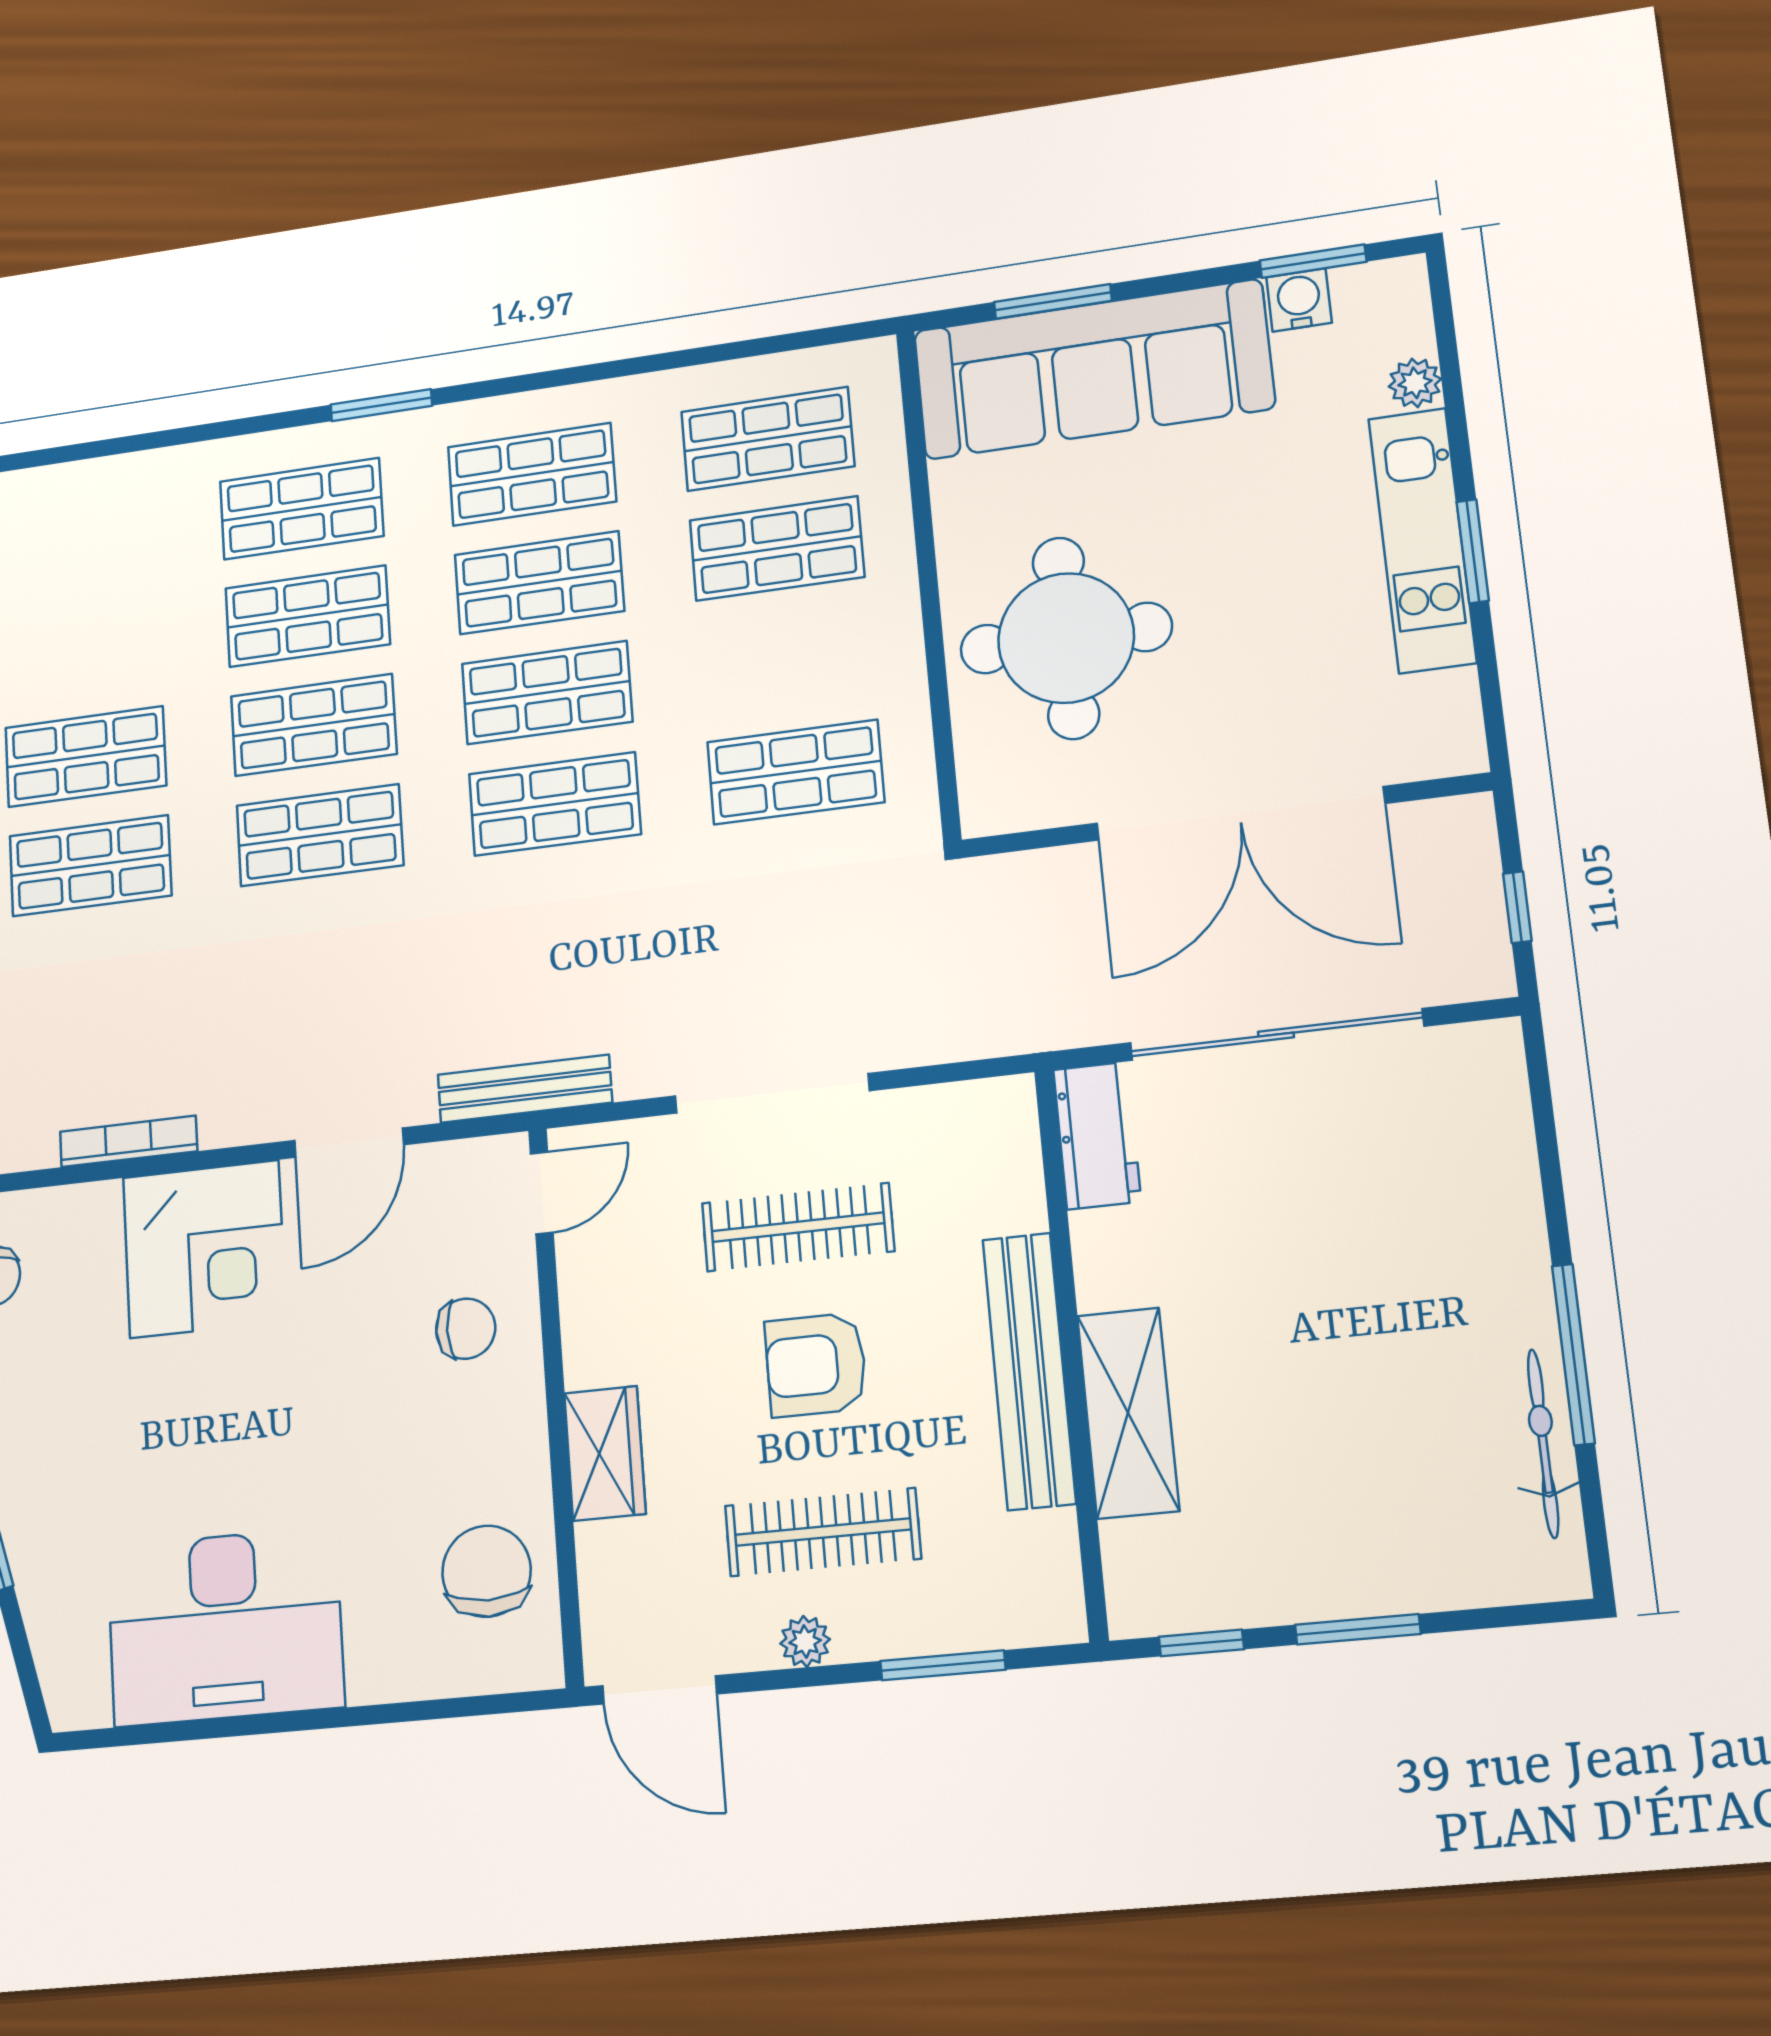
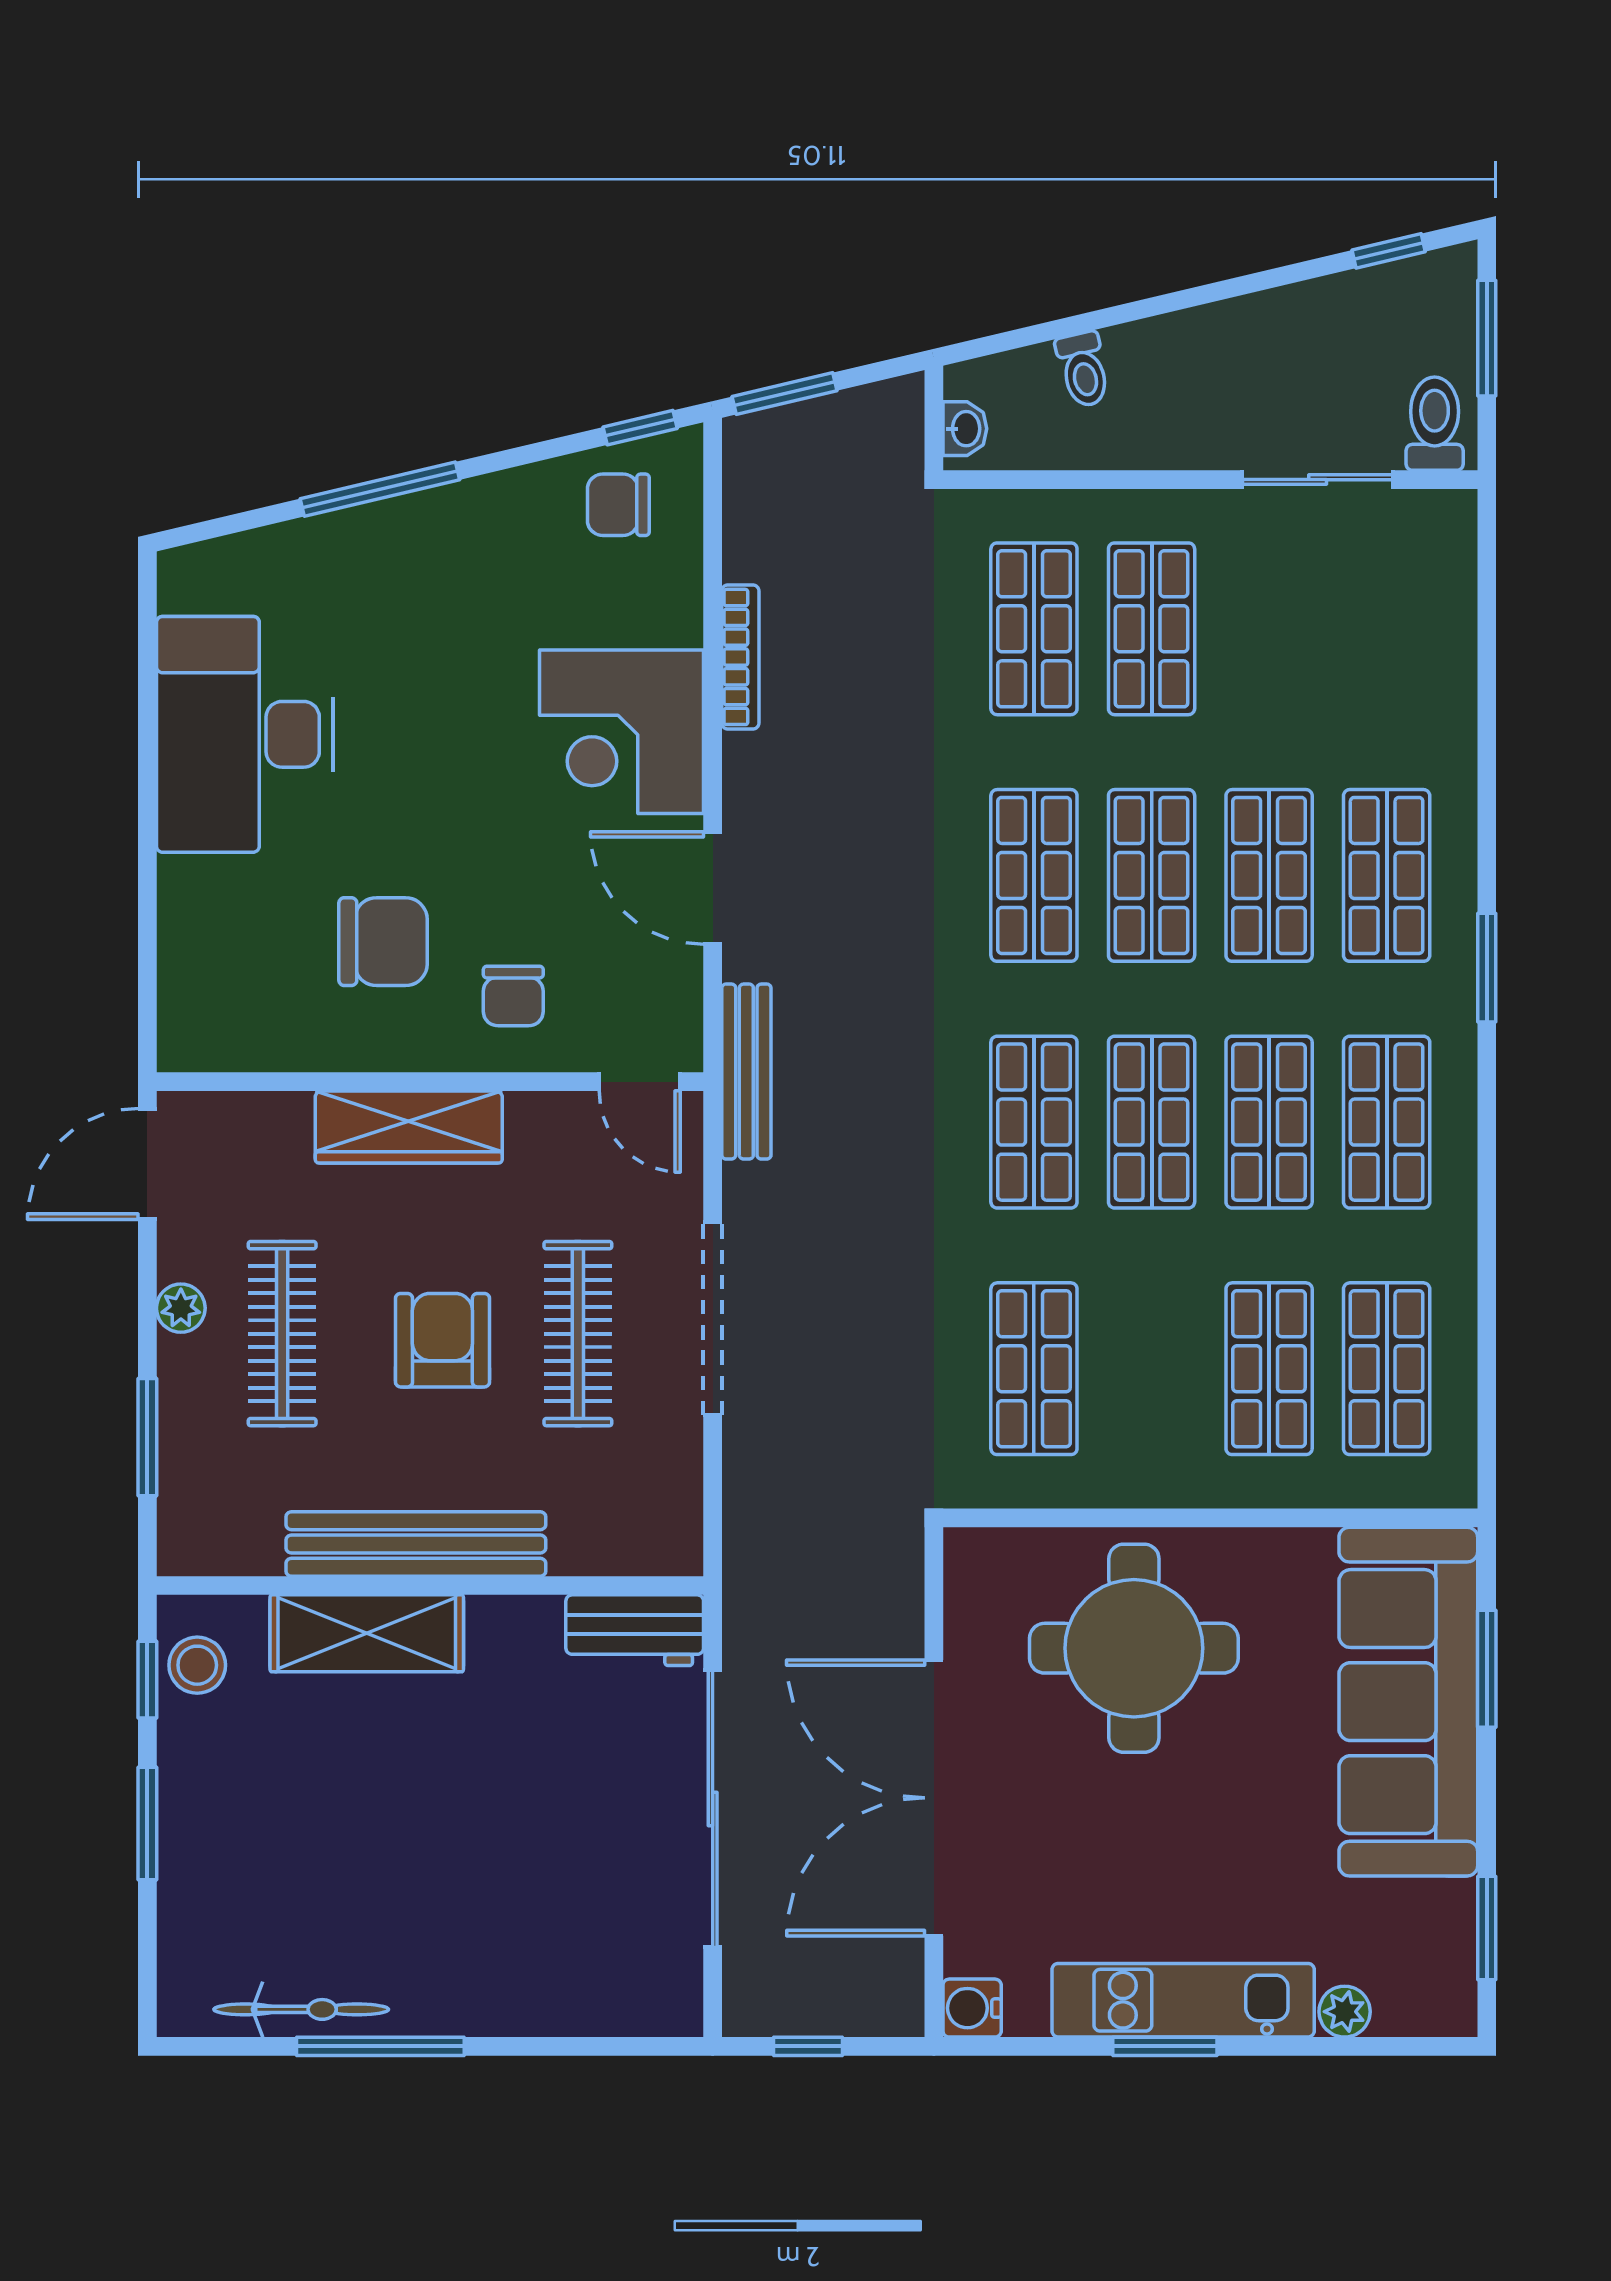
water cooler: (1299, 300) -> (972, 2008), moved, turned 180
wardrobe: (605, 1453) -> (409, 1127), width x1.50
chair: (487, 1571) -> (383, 942), moved
stool: (1180, 1590) -> (197, 1665), added

